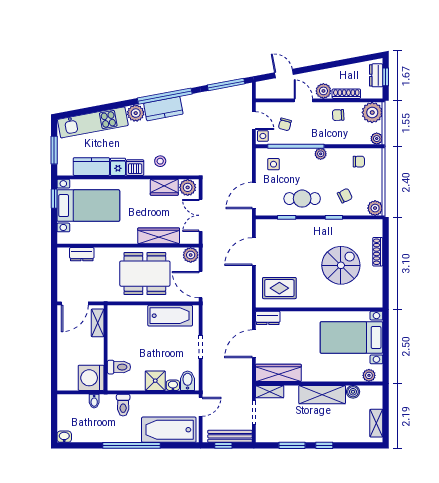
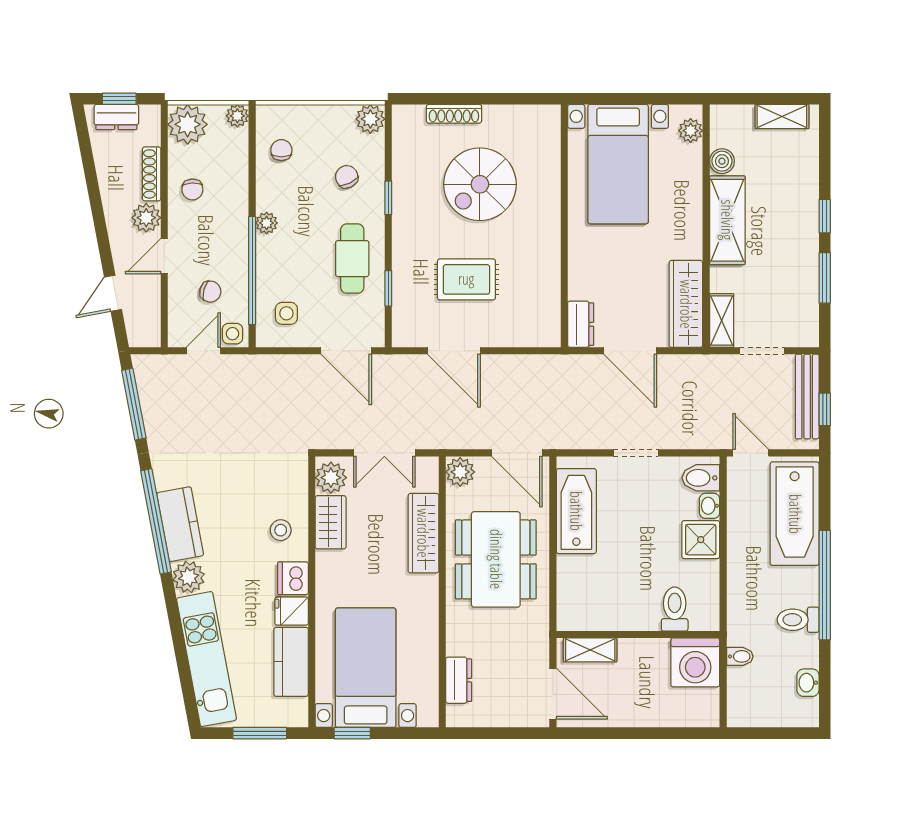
spiral stairs: (341, 265) -> (480, 184), turned -90
door: (201, 285) -> (517, 453), hinge flipped
rug: (279, 288) -> (466, 279), moved, turned 90
toilet: (123, 405) -> (798, 620), moved, turned 180
washbasin: (64, 437) -> (808, 683), moved

